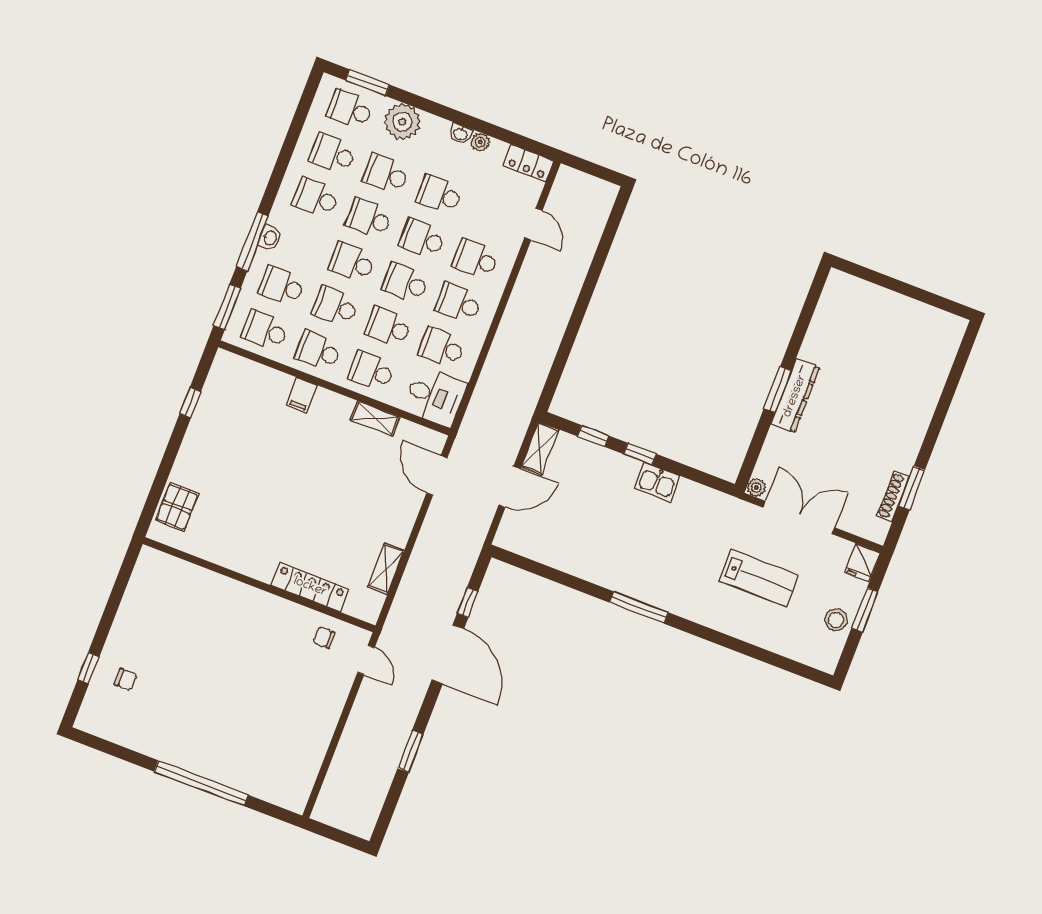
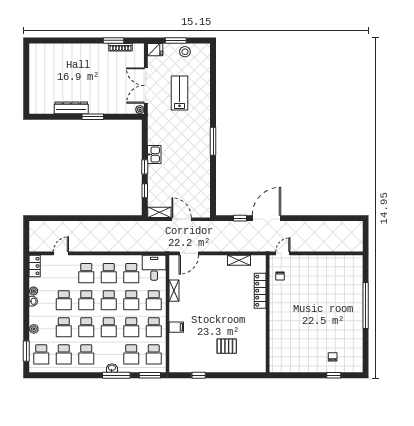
plant: (402, 122) -> (34, 329), width x0.53, depth x0.53
dresser: (795, 396) -> (71, 108), moved
pallet: (177, 507) -> (227, 346), moved
window: (411, 751) -> (316, 218), removed

